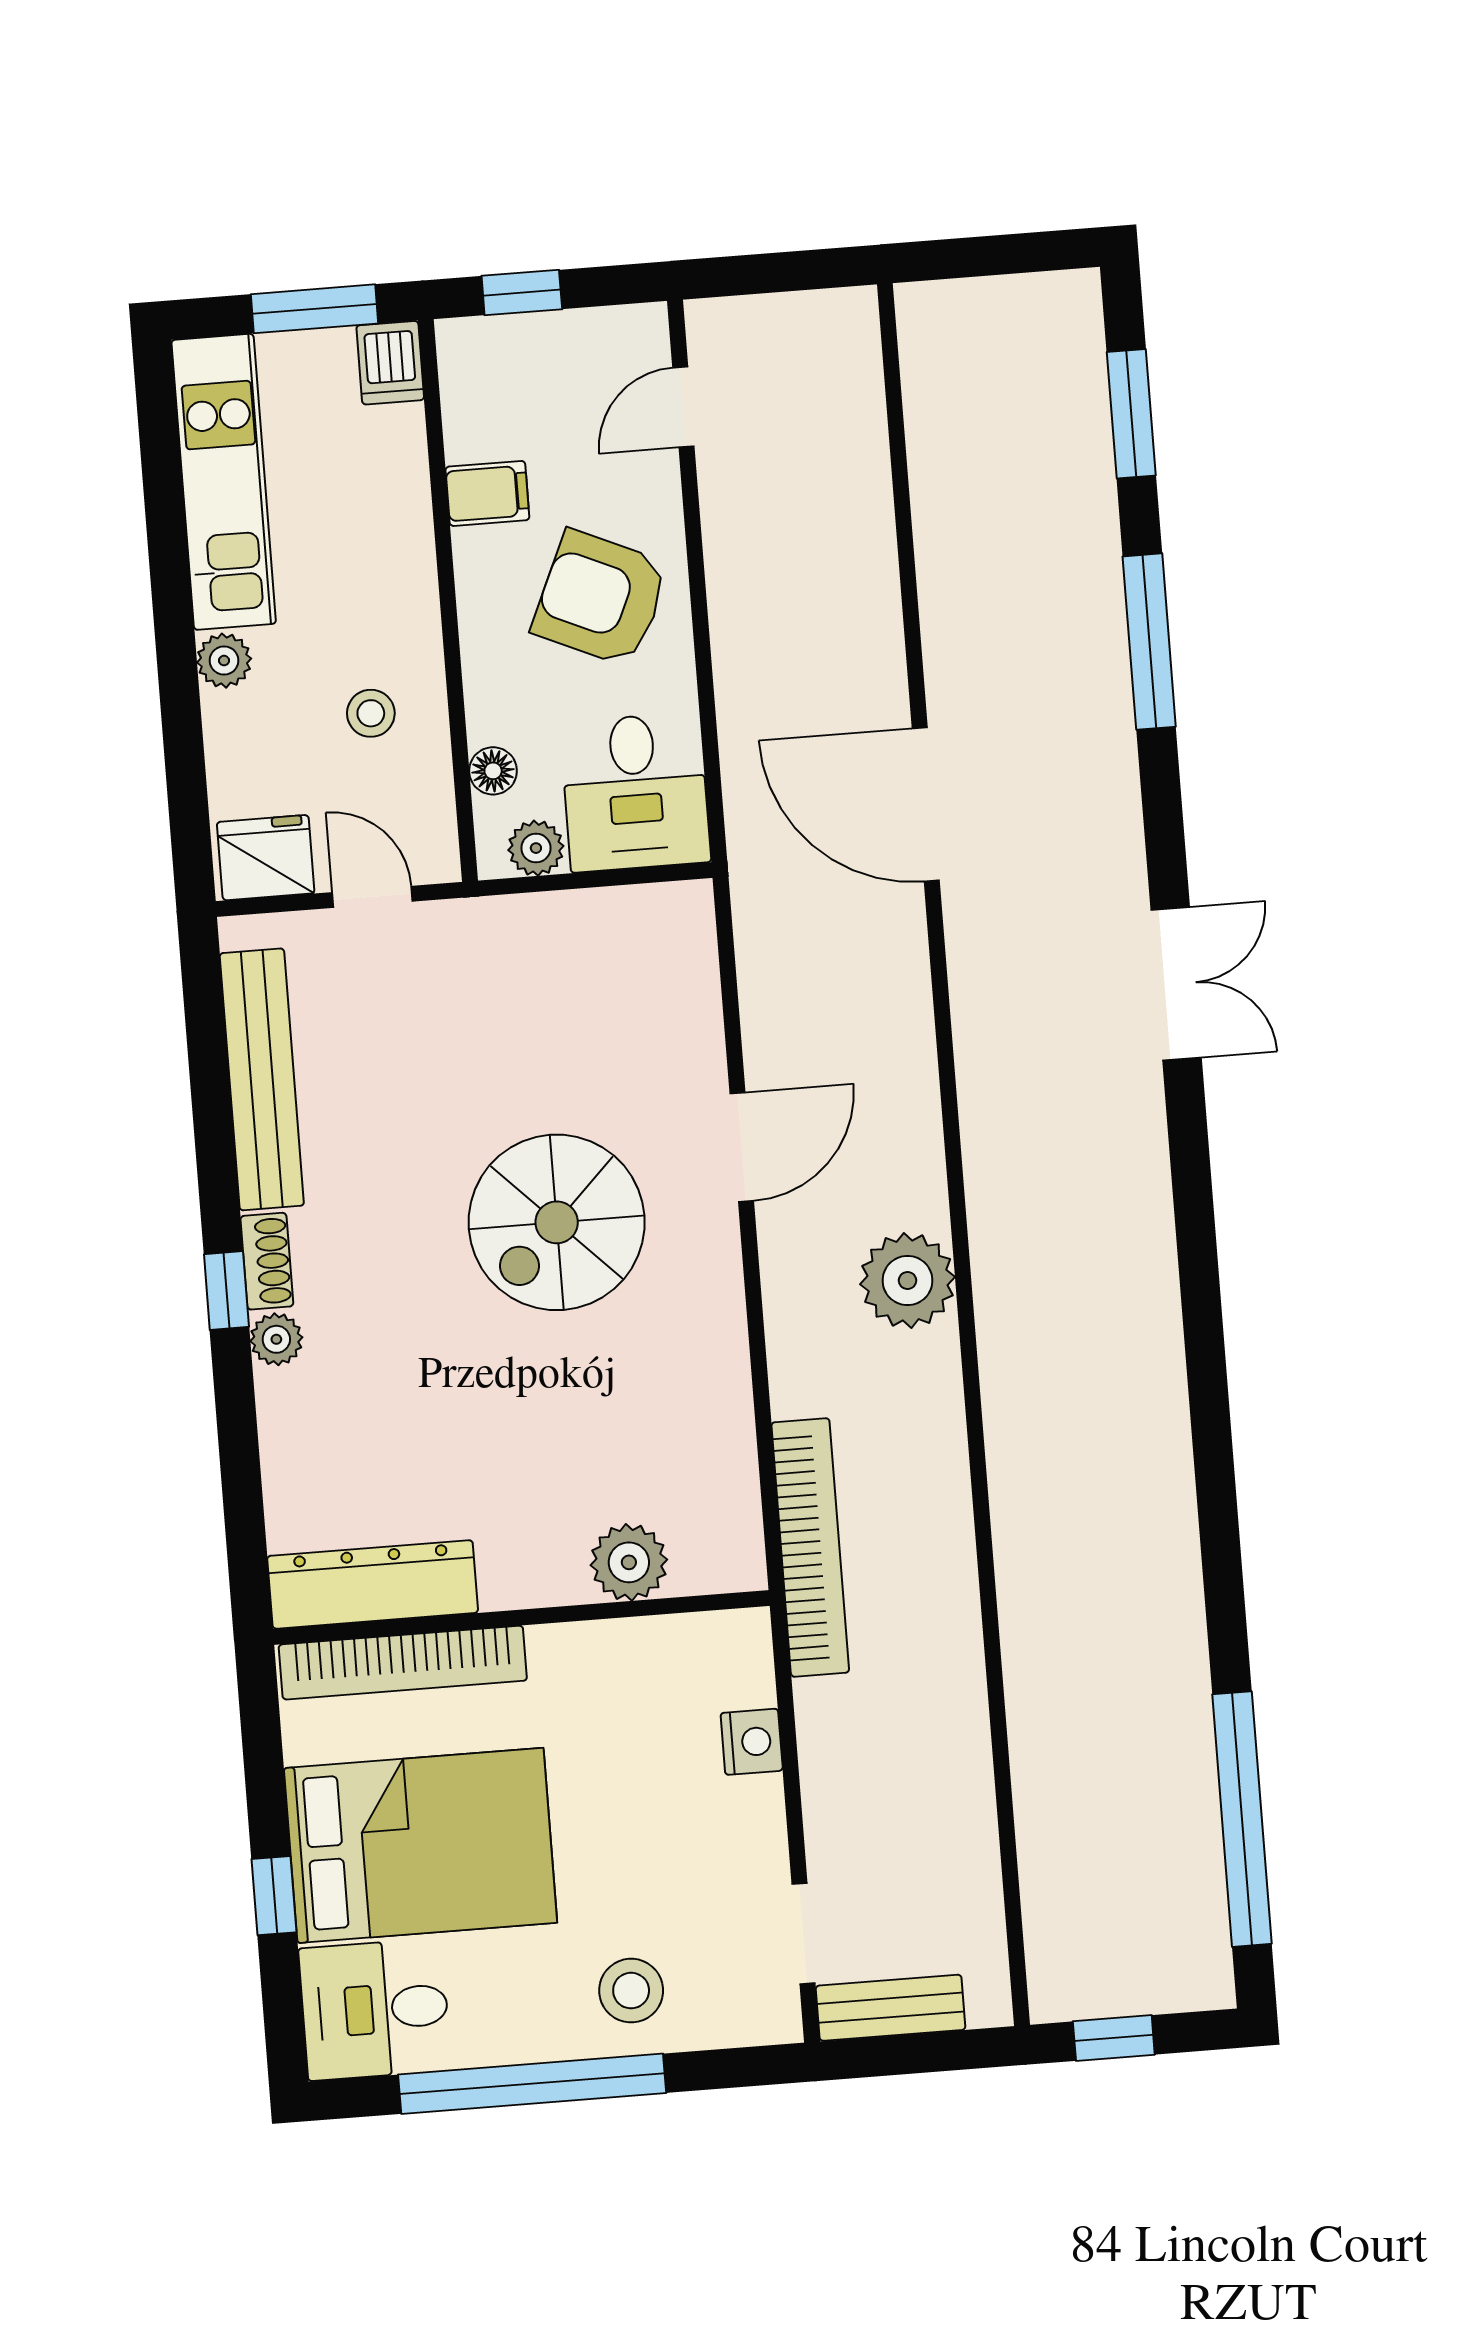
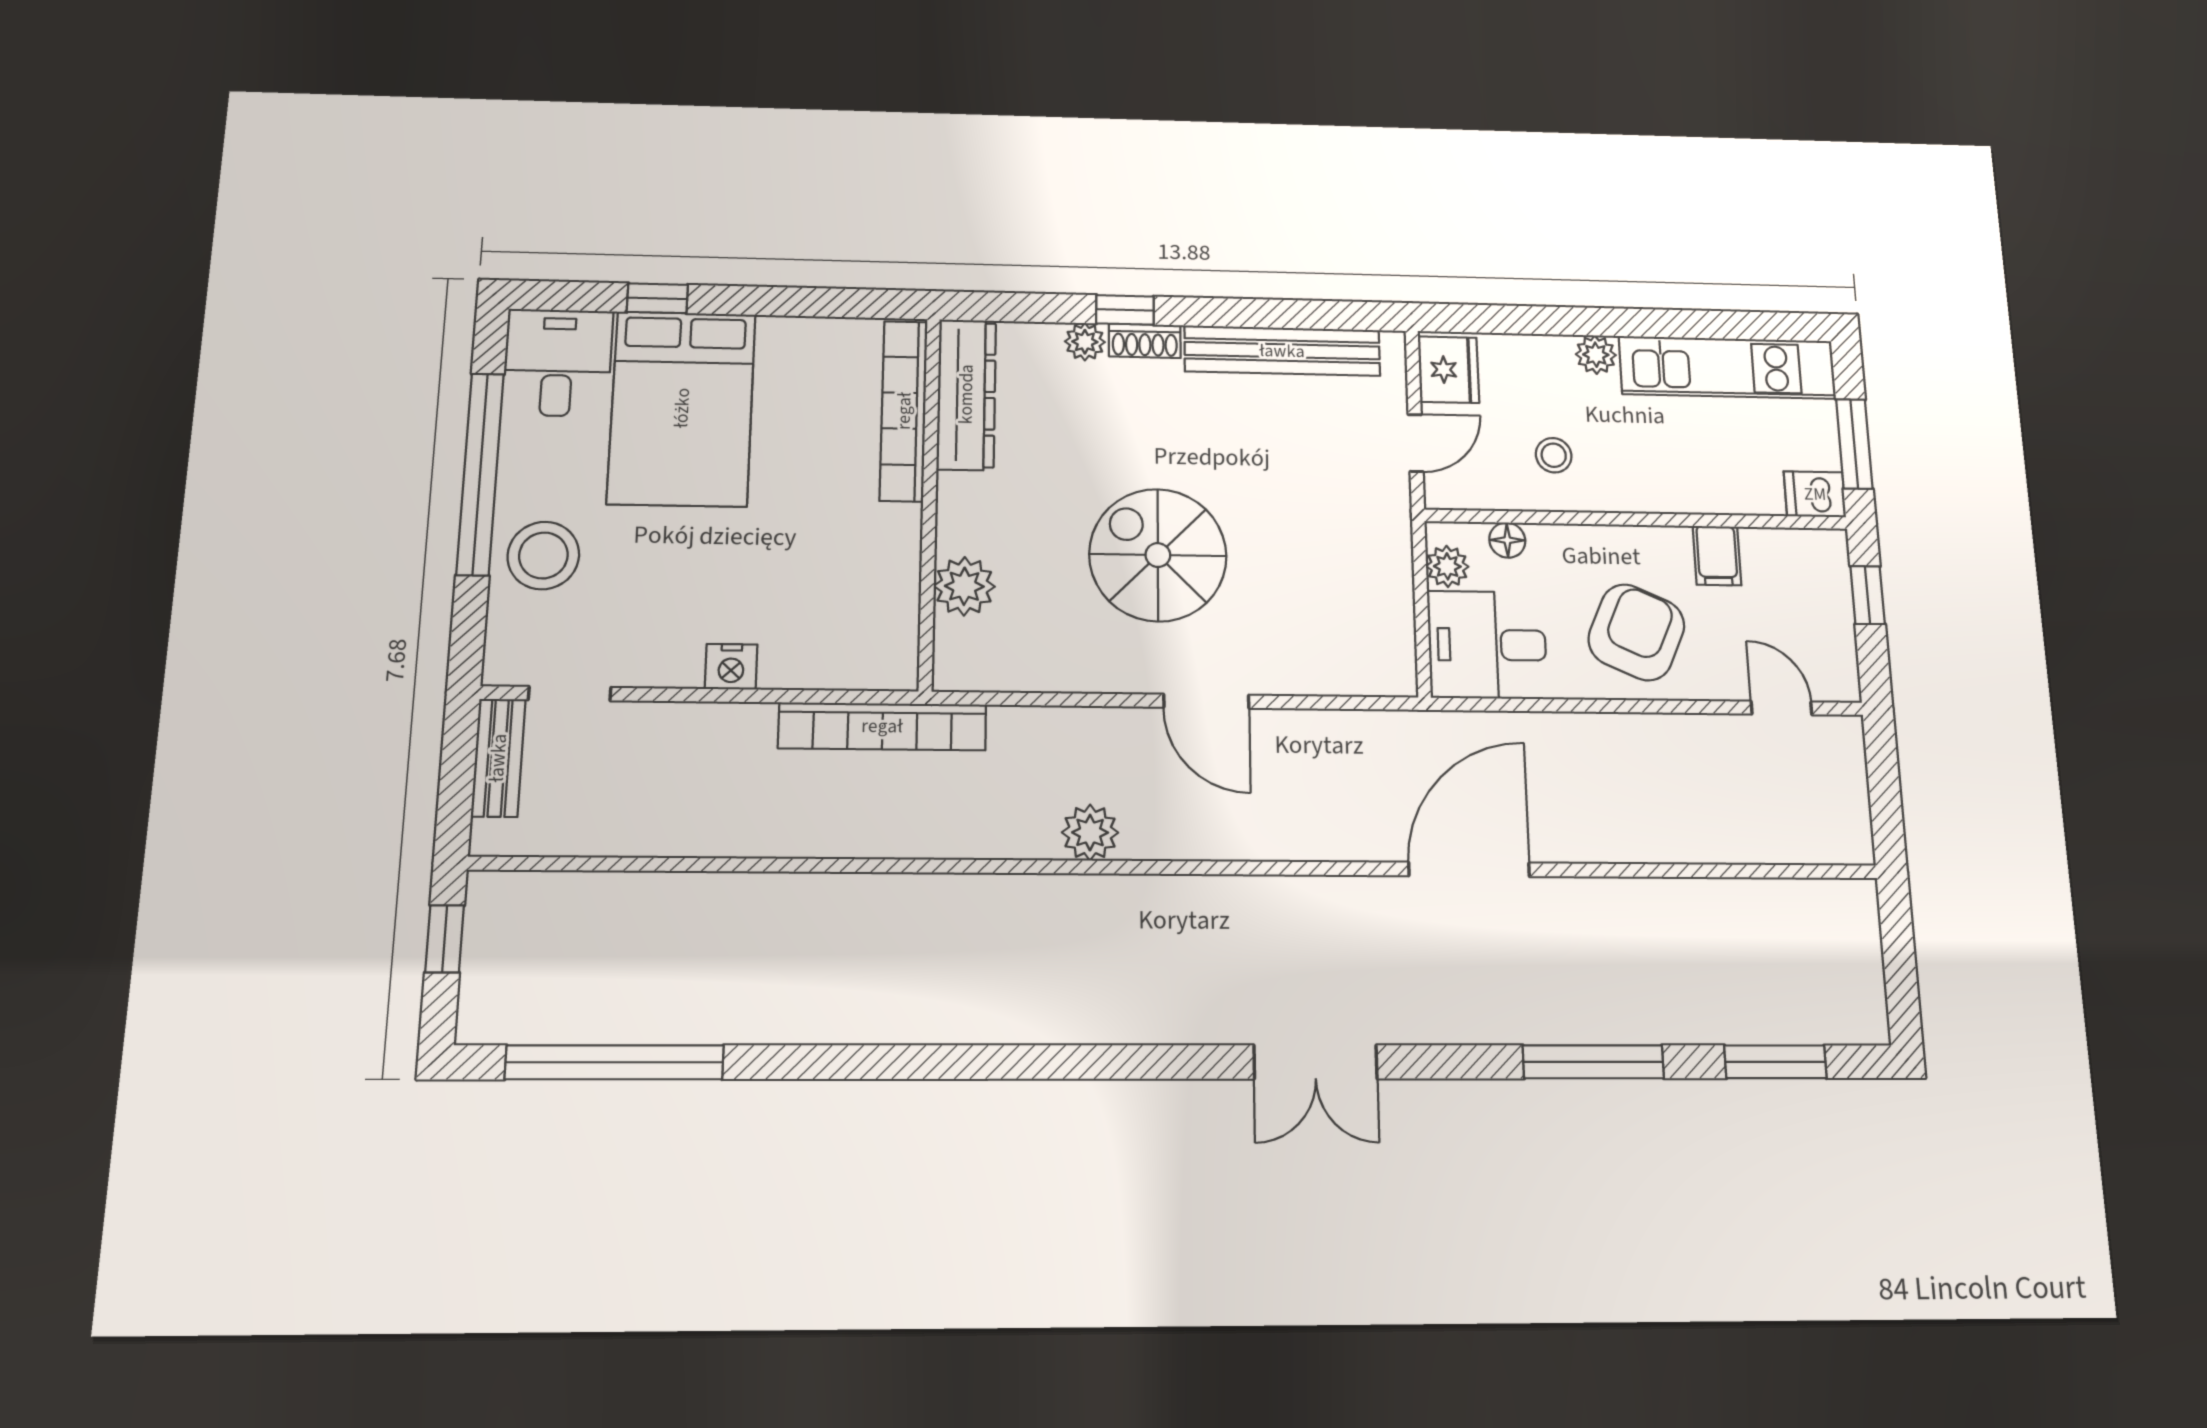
plant: (908, 1281) -> (1090, 832), width x0.73, depth x0.73
plant: (629, 1562) -> (964, 586), moved
dresser: (373, 1584) -> (966, 394), moved
wall: (521, 1617) -> (929, 501), moved
bookcase: (403, 1663) -> (904, 411), moved
stool: (631, 1991) -> (543, 555), width x1.38, depth x1.38

